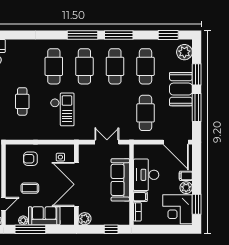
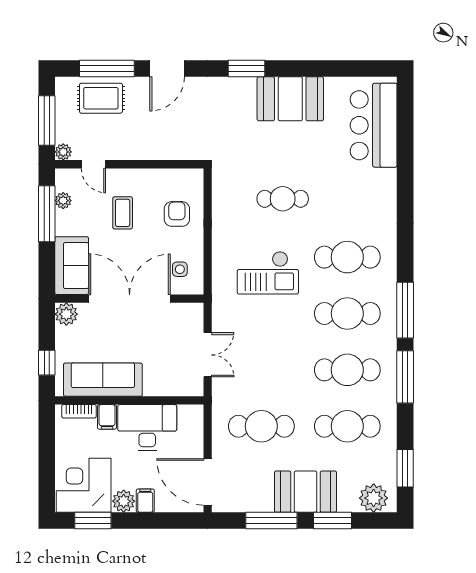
door: (176, 142) -> (208, 482), hinge flipped
sofa: (120, 180) -> (103, 380), moved
sofa: (44, 216) -> (72, 266), moved

